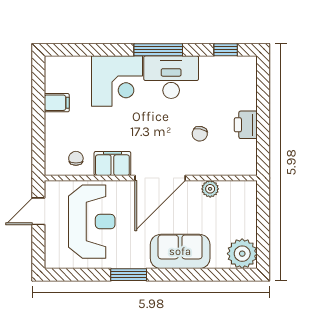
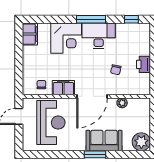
filing cabinet: (57, 103) -> (30, 34), moved, width x2.00
window: (129, 275) -> (95, 154), moved

